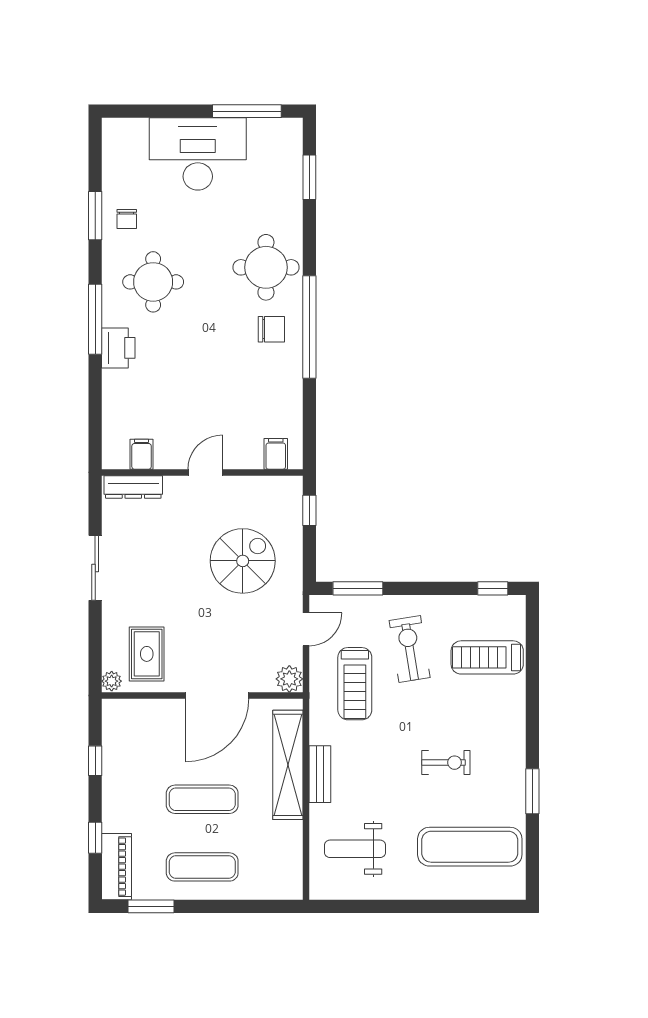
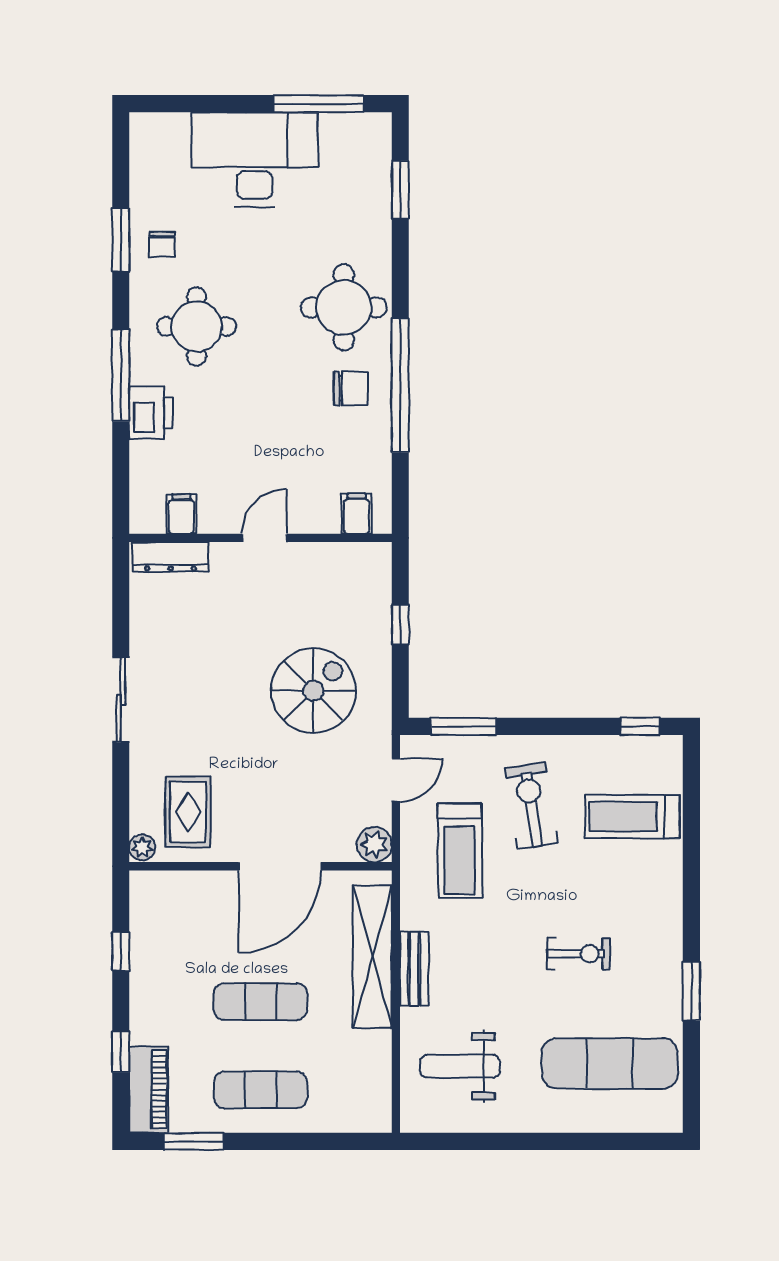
filing cabinet: (142, 454) -> (181, 514), moved
filing cabinet: (276, 454) -> (357, 514), moved
wall: (202, 472) -> (261, 538), moved
door: (205, 472) -> (265, 538), moved
dresser: (133, 487) -> (171, 557), moved

